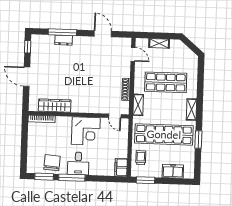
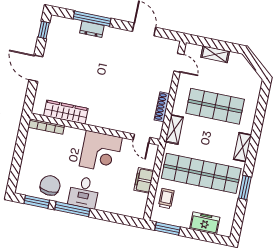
filing cabinet: (121, 167) -> (144, 180), moved

